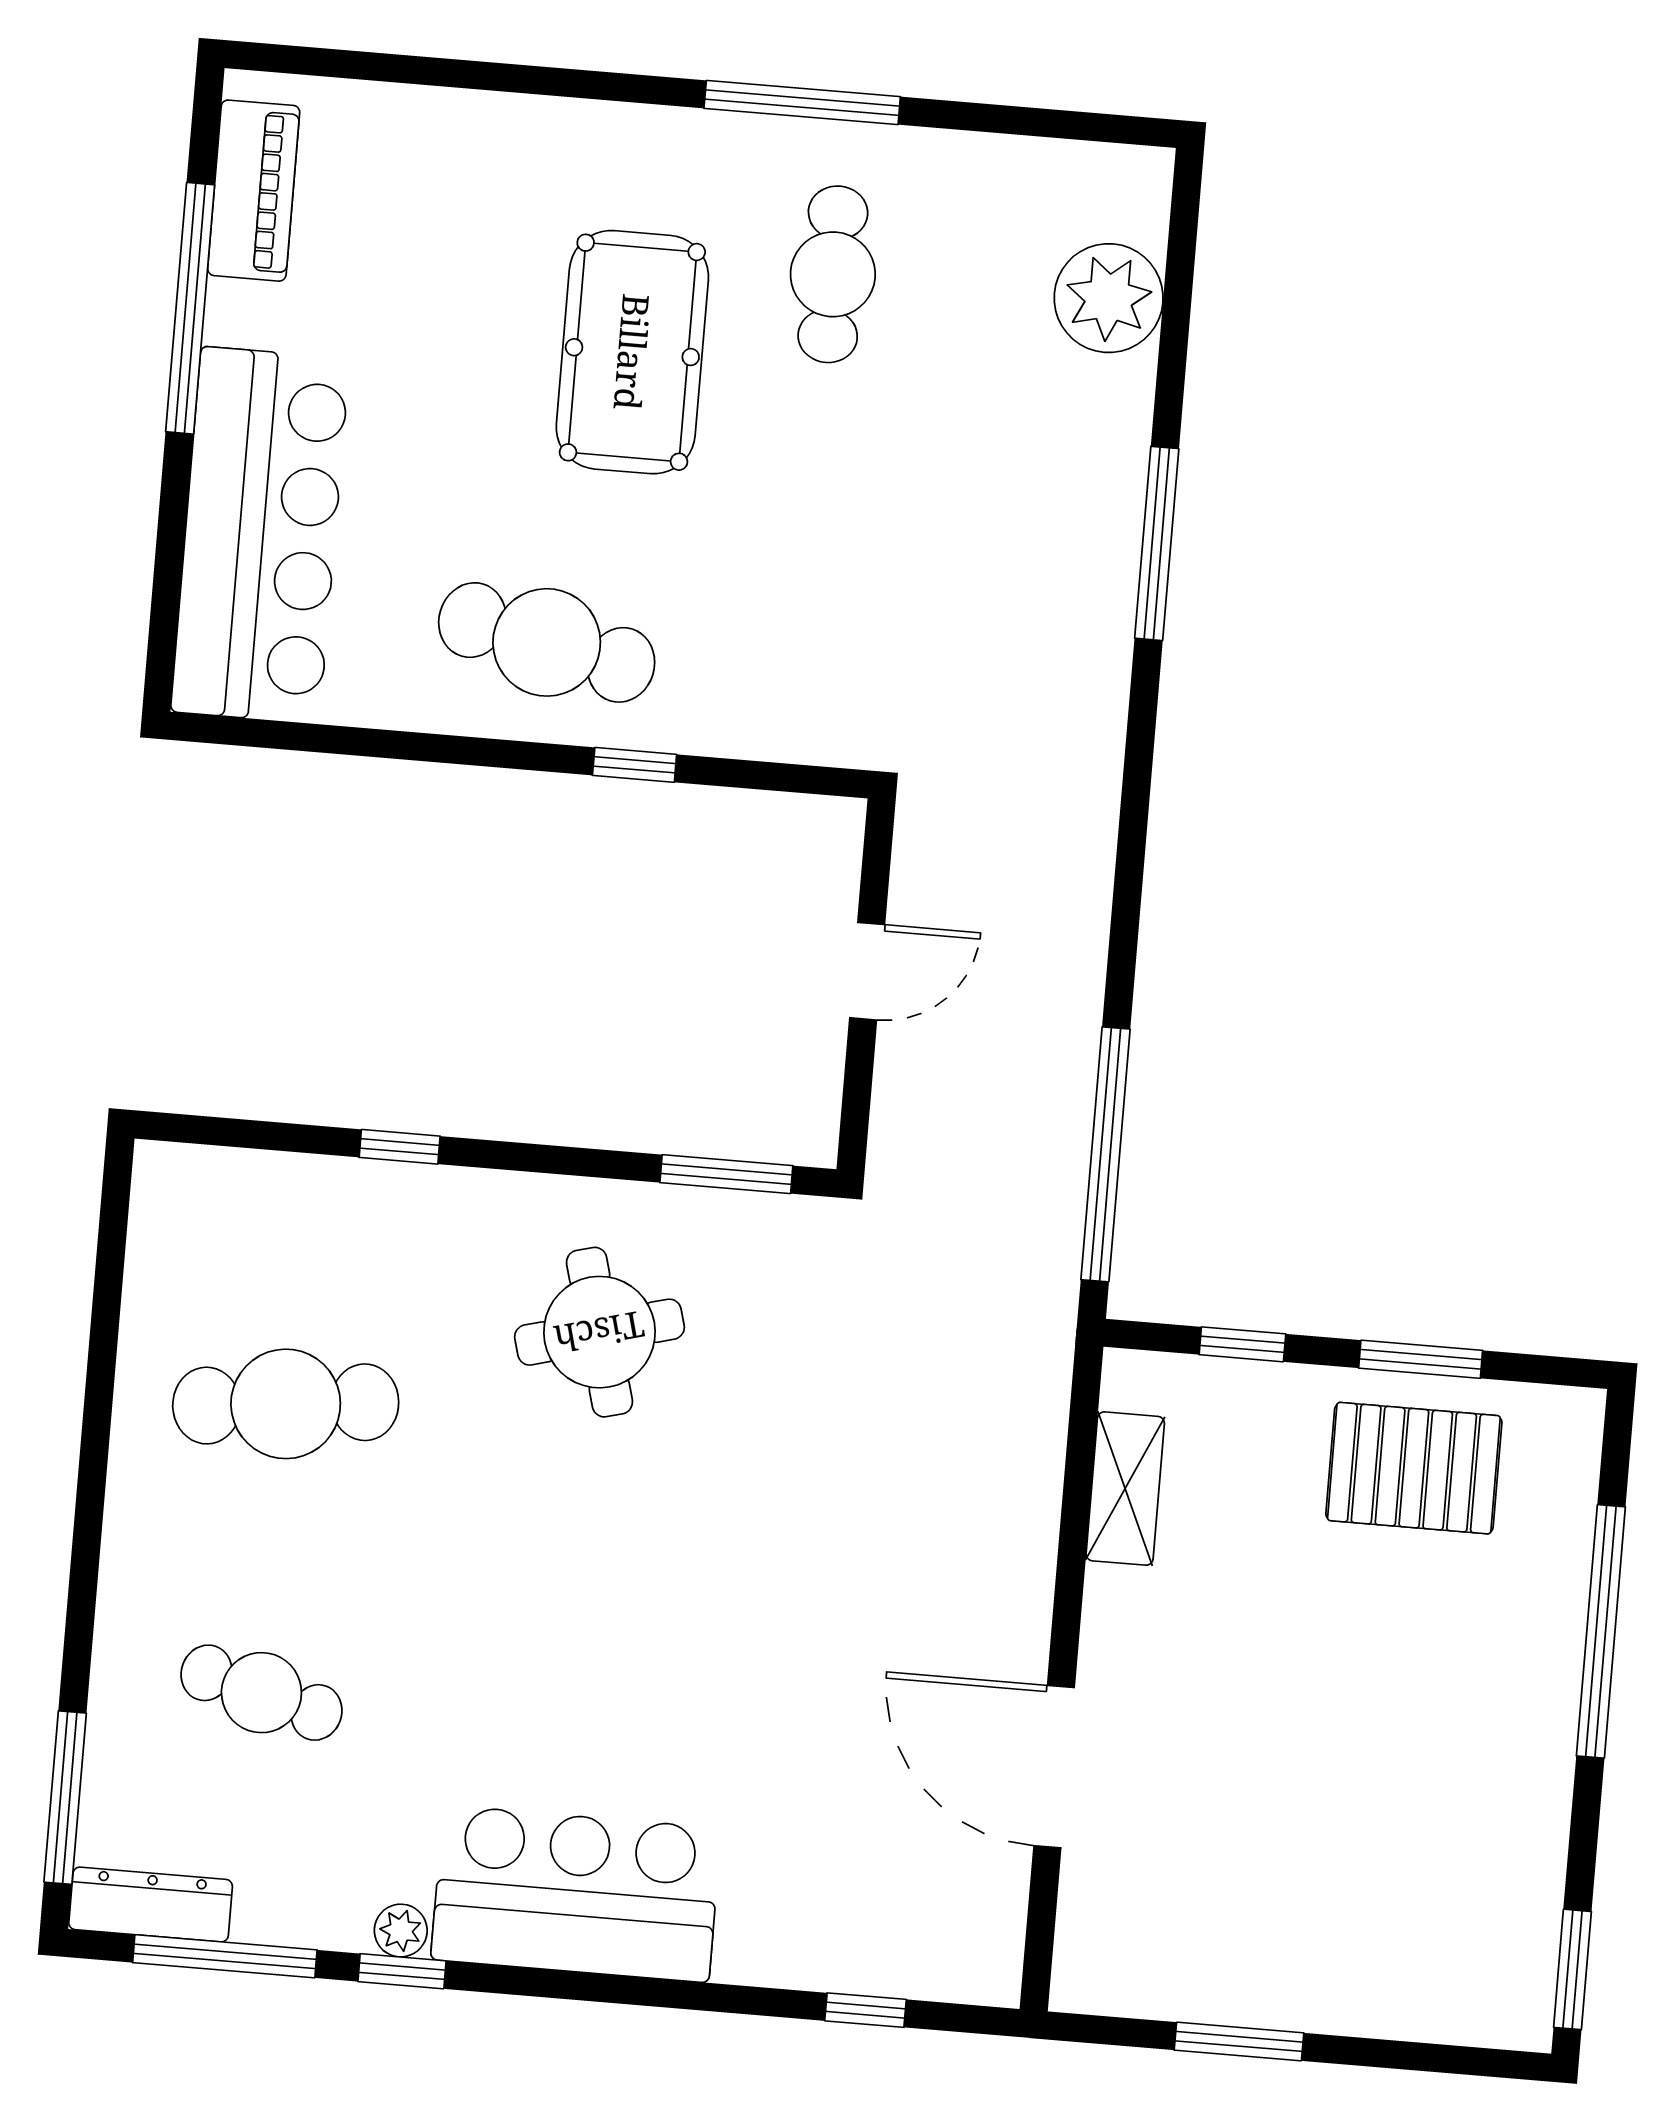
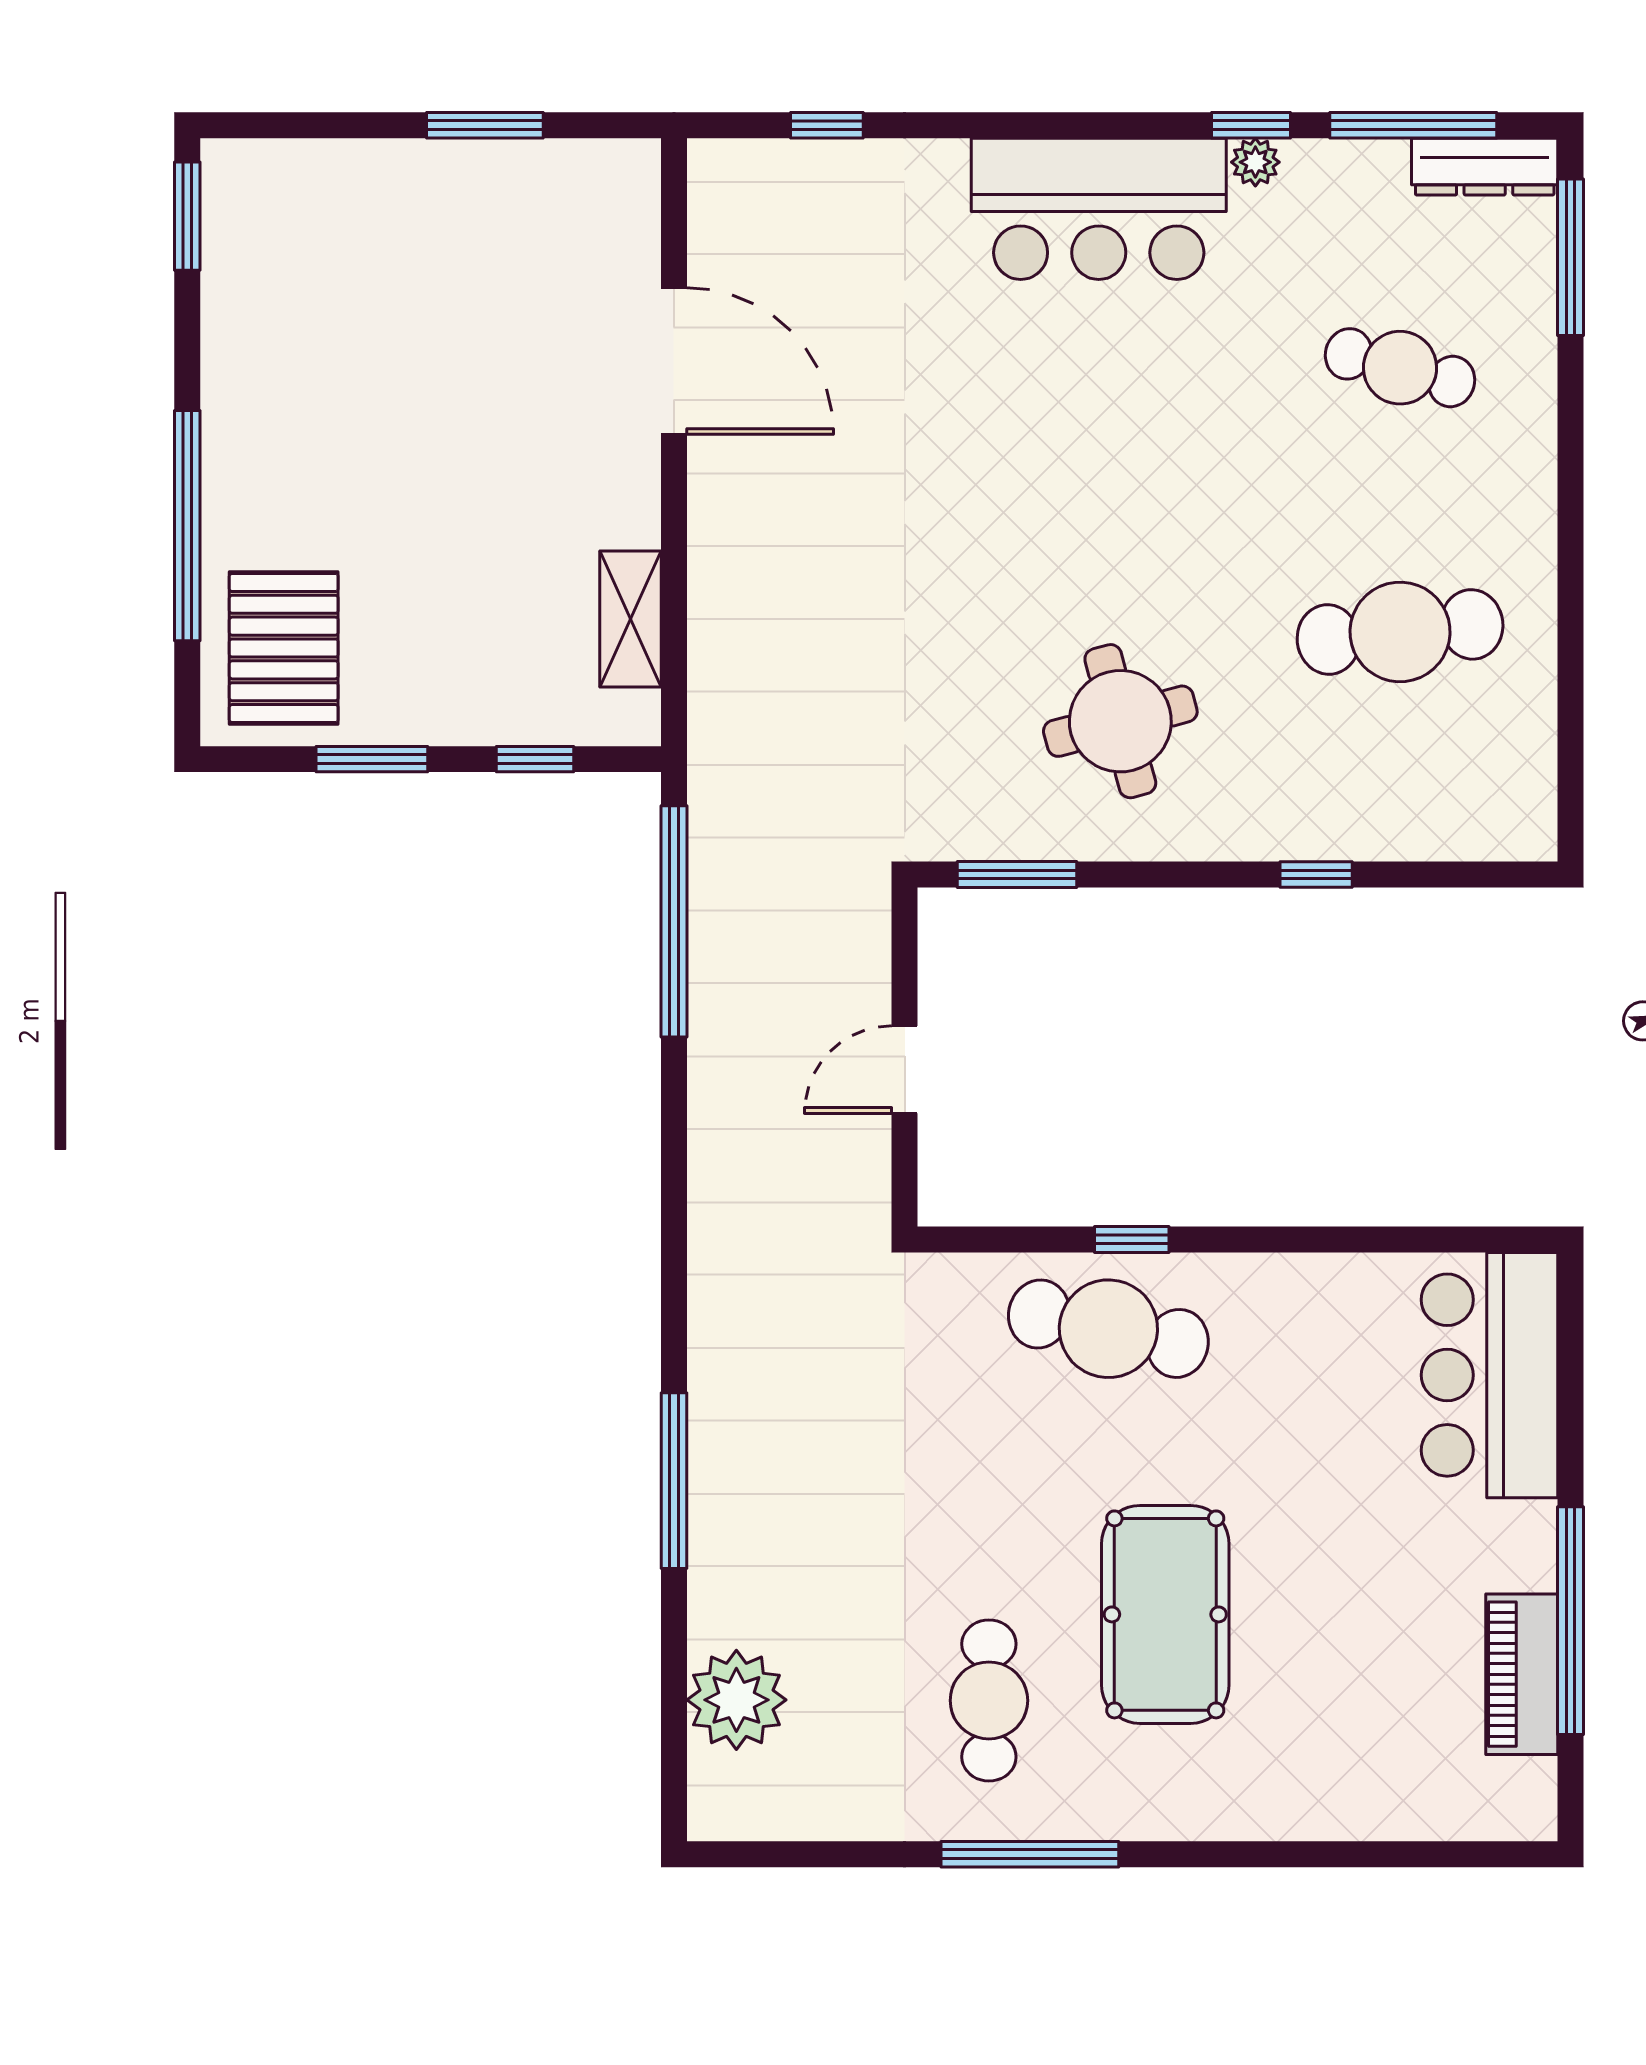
piano: (254, 191) -> (1522, 1674), moved
bar counter: (260, 535) -> (1490, 1375), width x0.73
cafe table: (547, 642) -> (1108, 1329), moved
pallet: (1414, 1468) -> (284, 648), moved, turned 90

